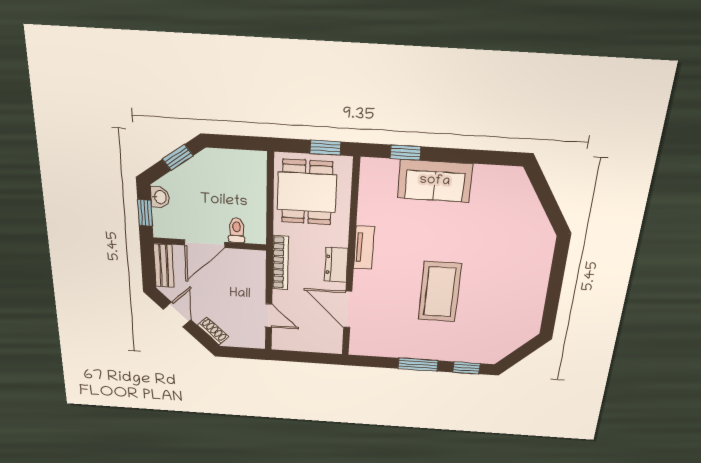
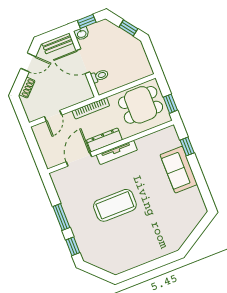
washbasin: (160, 197) -> (82, 34), moved
tv unit: (364, 248) -> (117, 152), width x1.41
dresser: (336, 265) -> (104, 140), width x1.44

